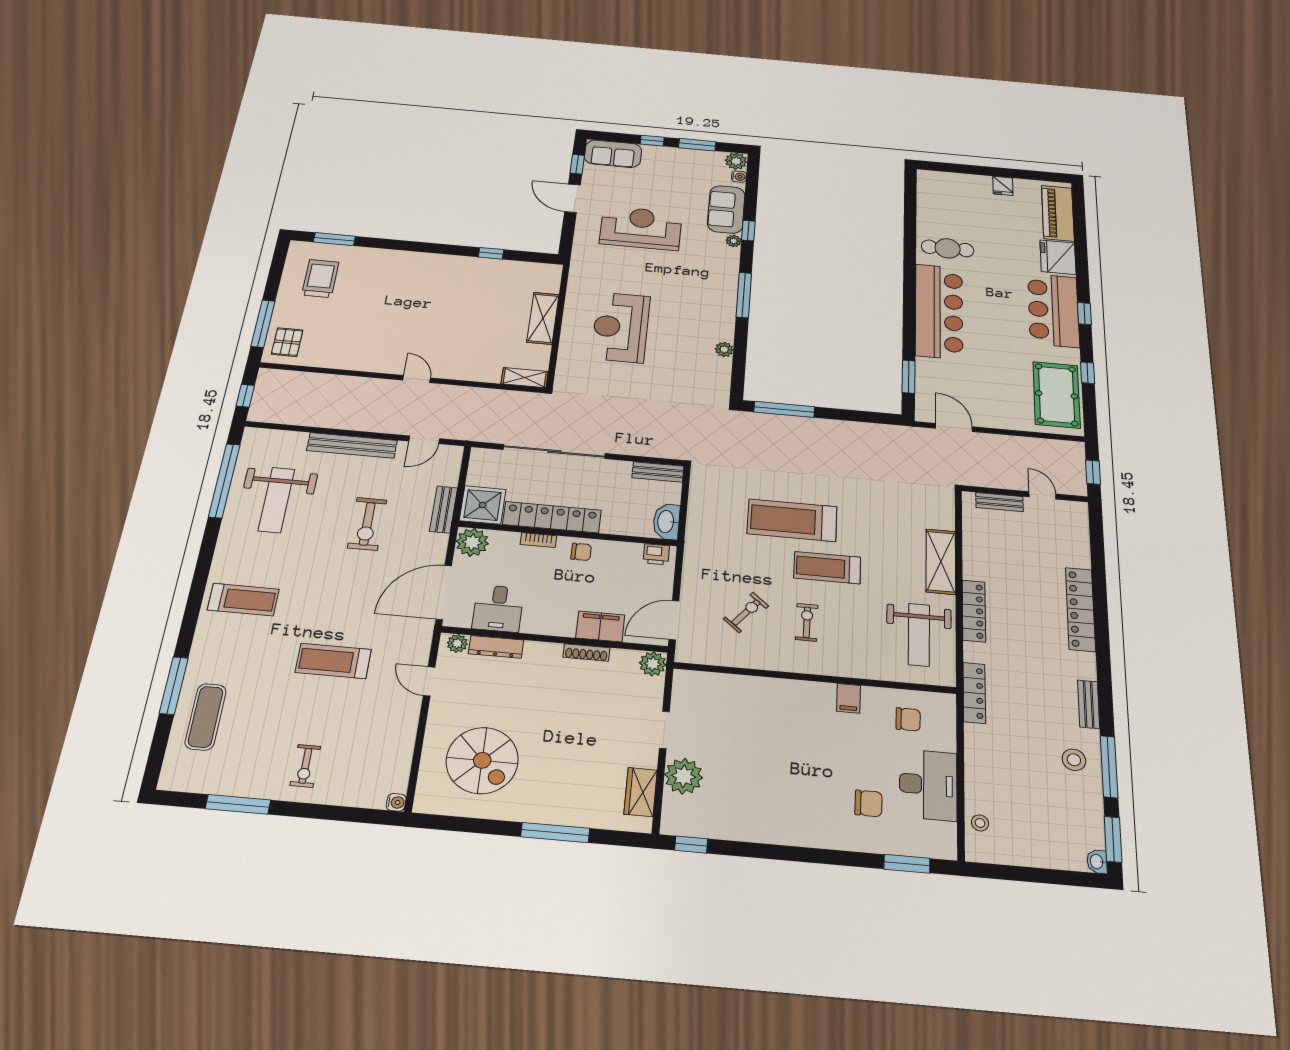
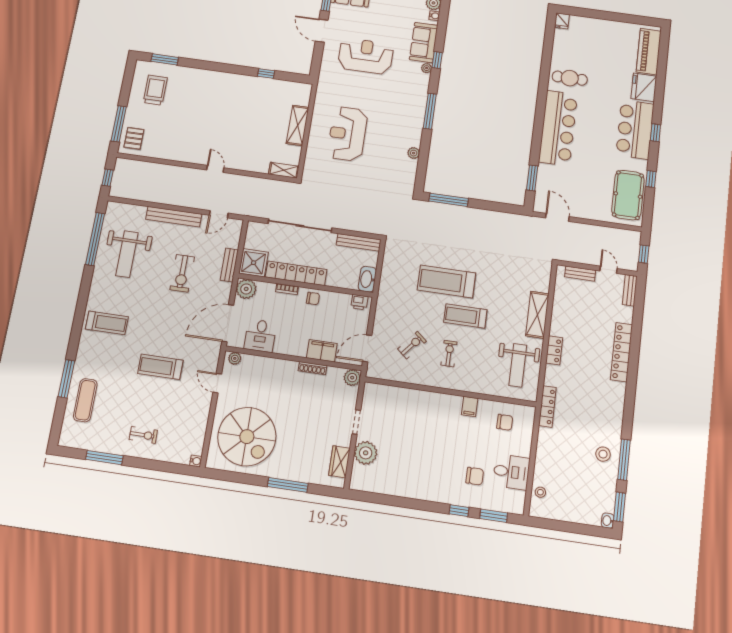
fridge: (1003, 186) -> (562, 21), moved
bench: (658, 472) -> (359, 242), width x1.36
locker: (974, 611) -> (554, 350), width x0.66
dresser: (496, 647) -> (258, 362), removed
bench: (1089, 704) -> (630, 290), moved
spiral stairs: (482, 760) -> (247, 437), width x1.37, depth x1.37
exercise bike: (305, 766) -> (143, 435), turned -90
desk: (928, 785) -> (511, 472), width x0.73
window: (691, 845) -> (459, 511), moved

